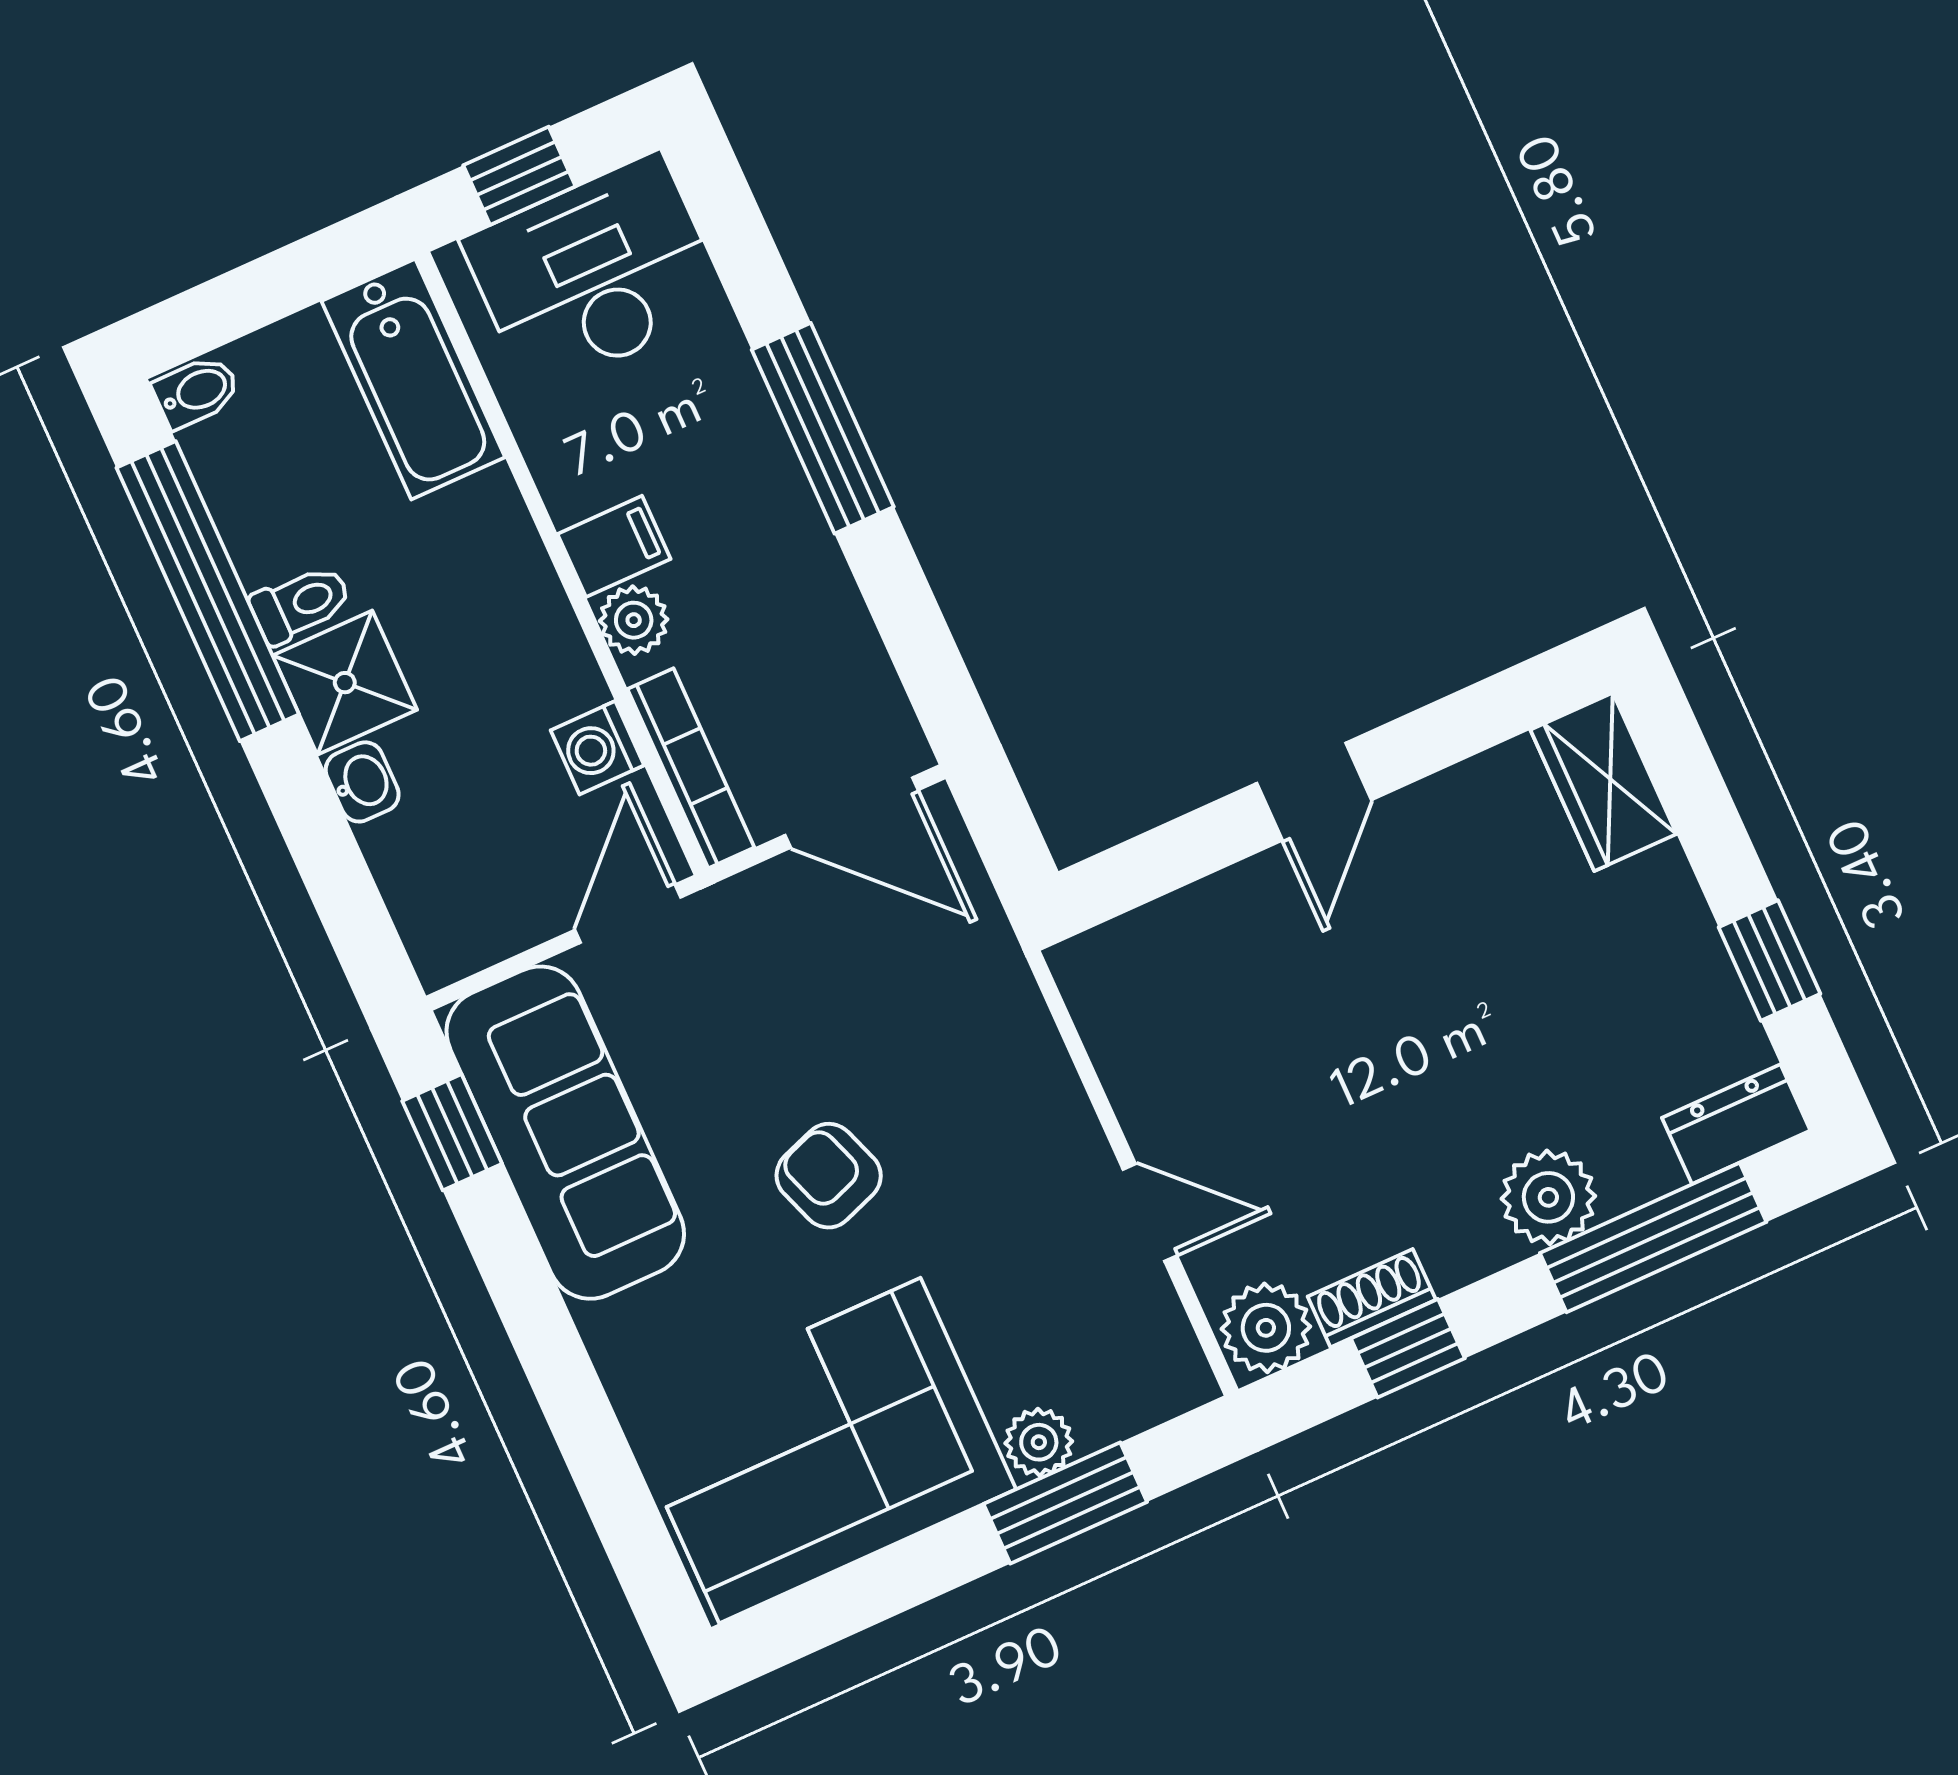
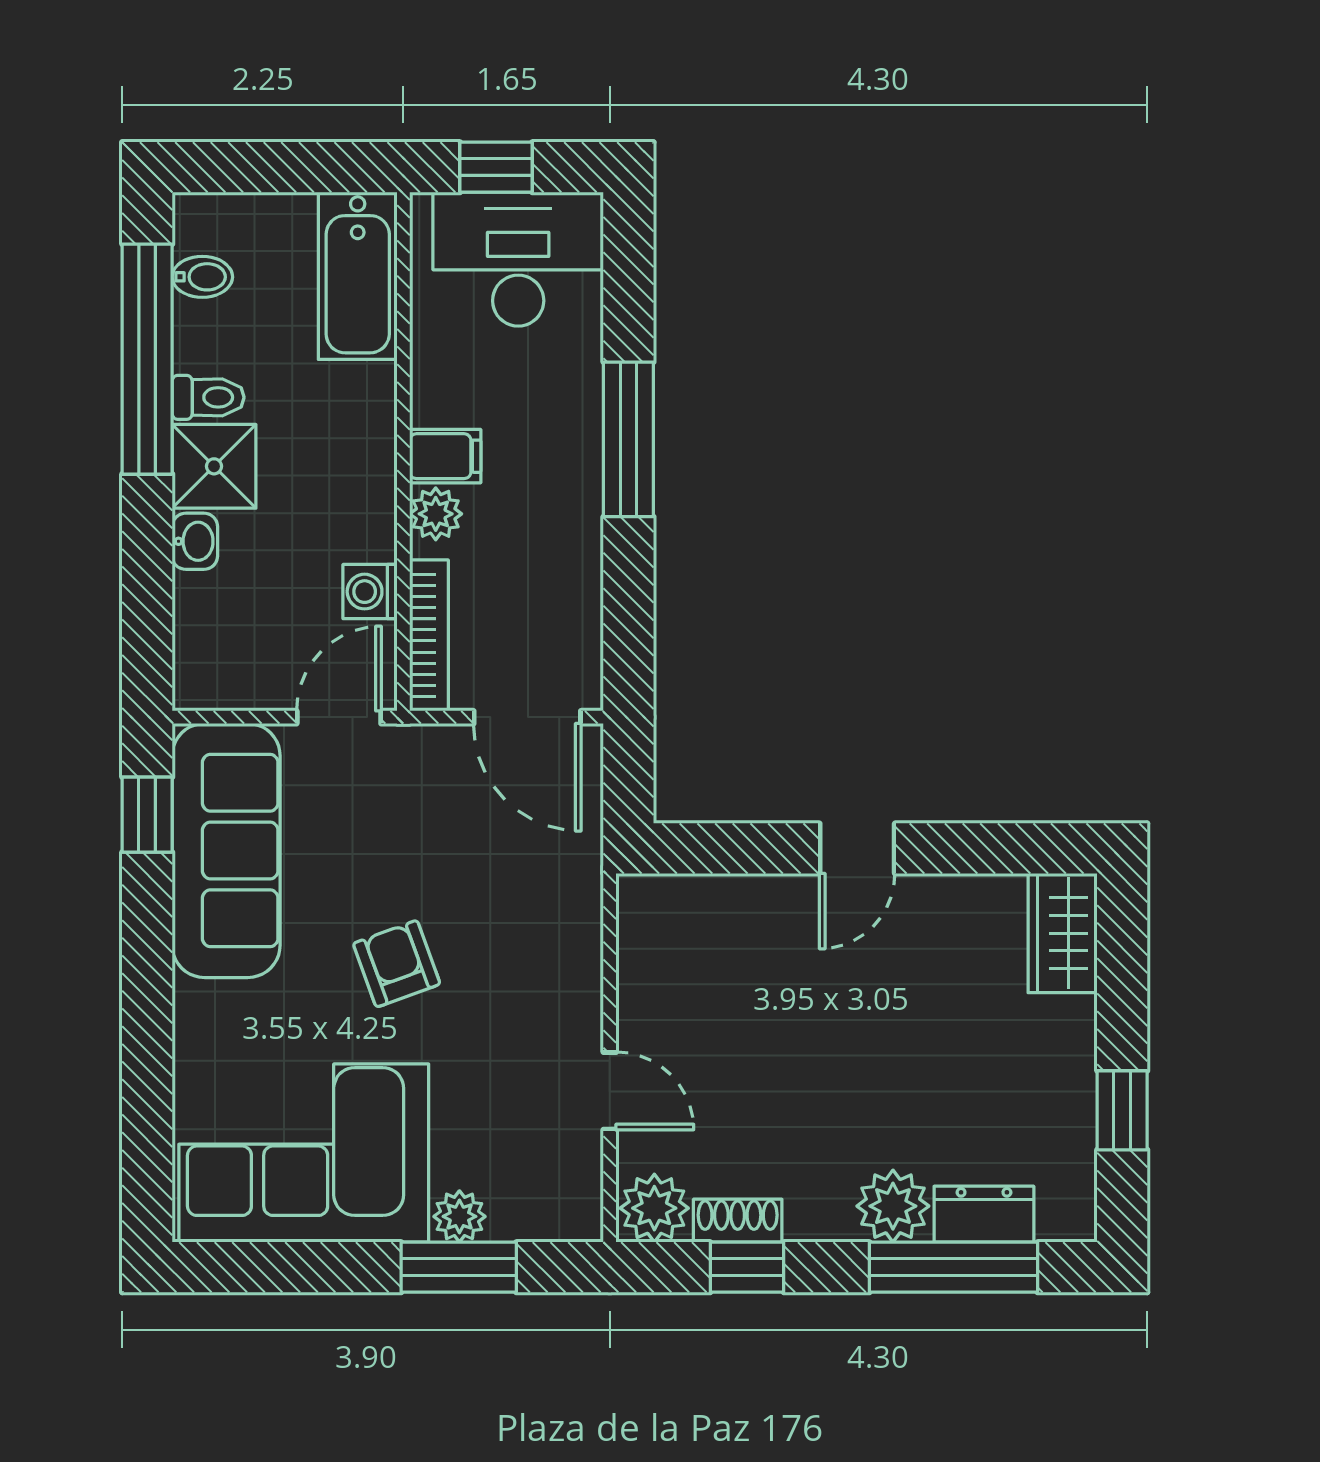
bidet: (197, 392) -> (202, 277), moved
dresser: (1736, 1124) -> (984, 1214), moved

